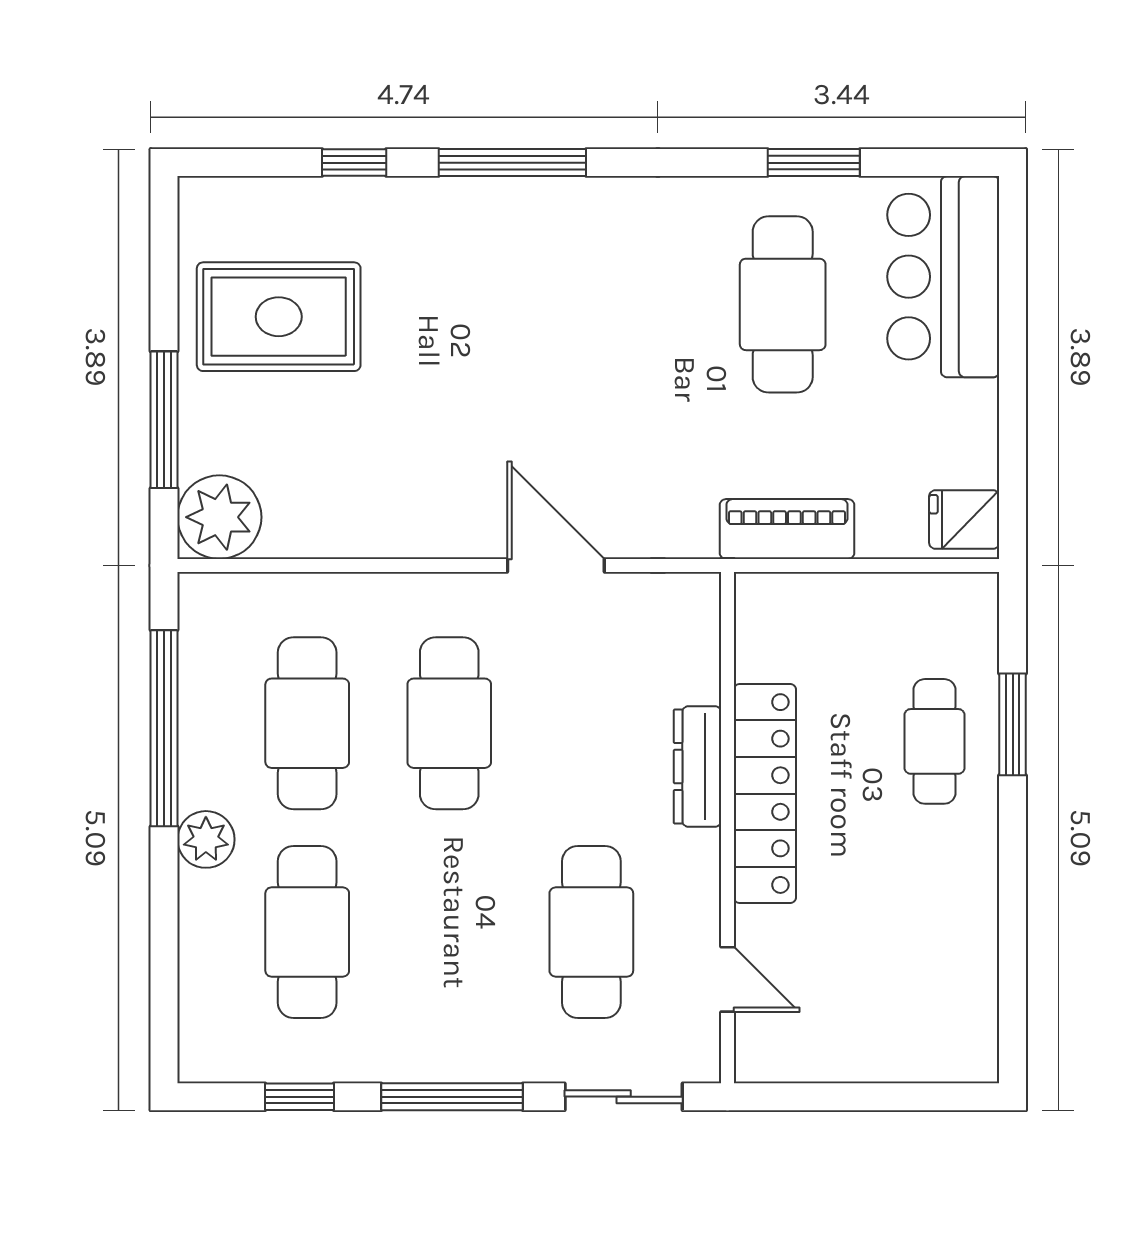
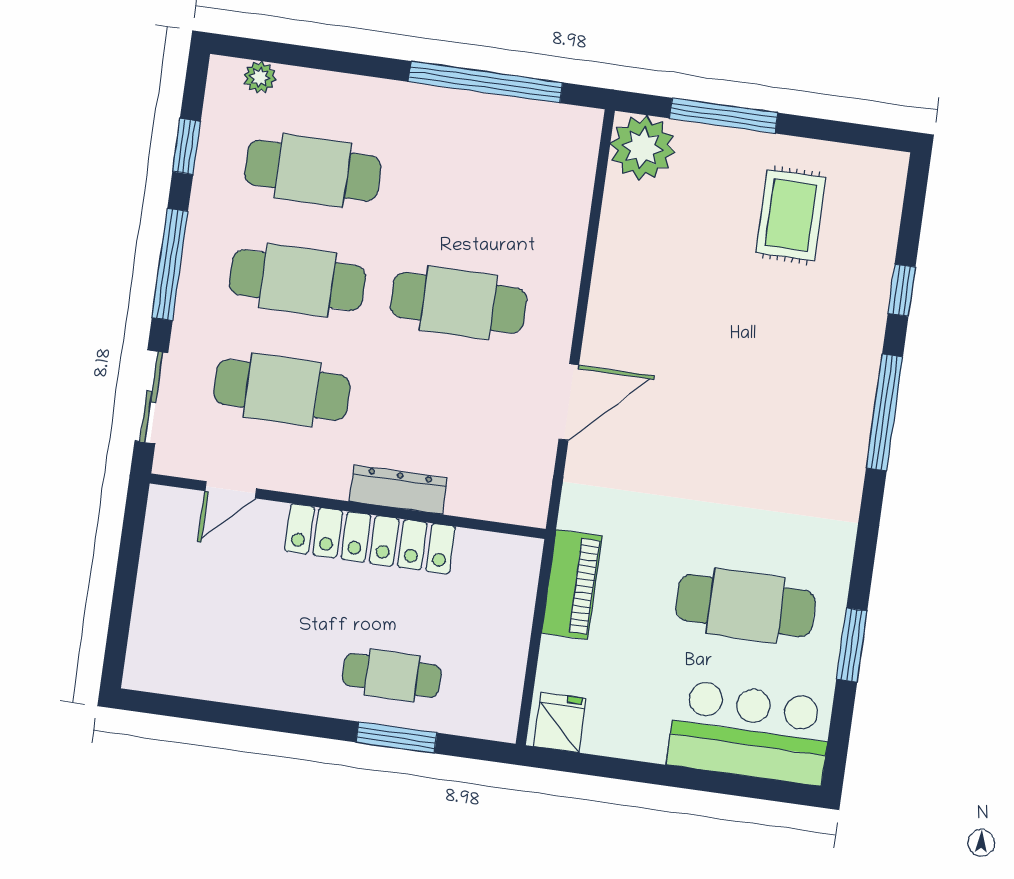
rug: (279, 317) -> (791, 215), width x0.73, depth x0.70
cafe table: (307, 723) -> (297, 280), moved
plant: (206, 839) -> (260, 77), moved, width x0.73, depth x0.73

